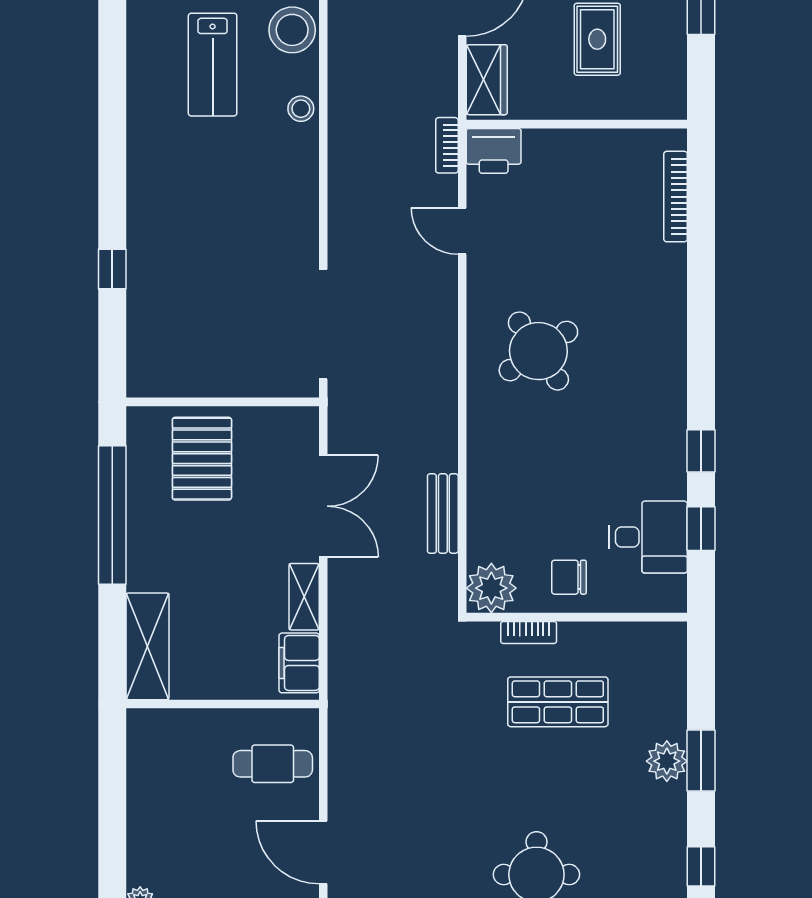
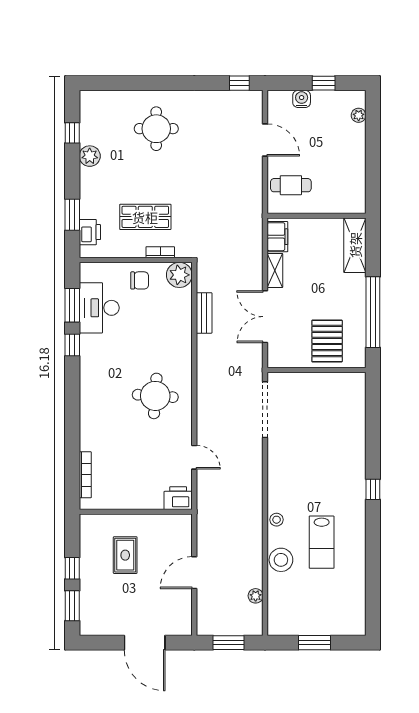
lab bench: (213, 65) -> (322, 542), turned 180
wardrobe: (487, 80) -> (182, 534), removed
bookcase: (447, 145) -> (202, 501), removed
window: (112, 269) -> (373, 489), moved
round table: (538, 351) -> (155, 396), turned 38
window: (701, 529) -> (72, 305), width x1.50
desk: (648, 537) -> (99, 308), width x1.37
printer: (667, 672) -> (90, 232), added
window: (701, 760) -> (72, 215), moved
plant: (667, 761) -> (90, 156), moved

